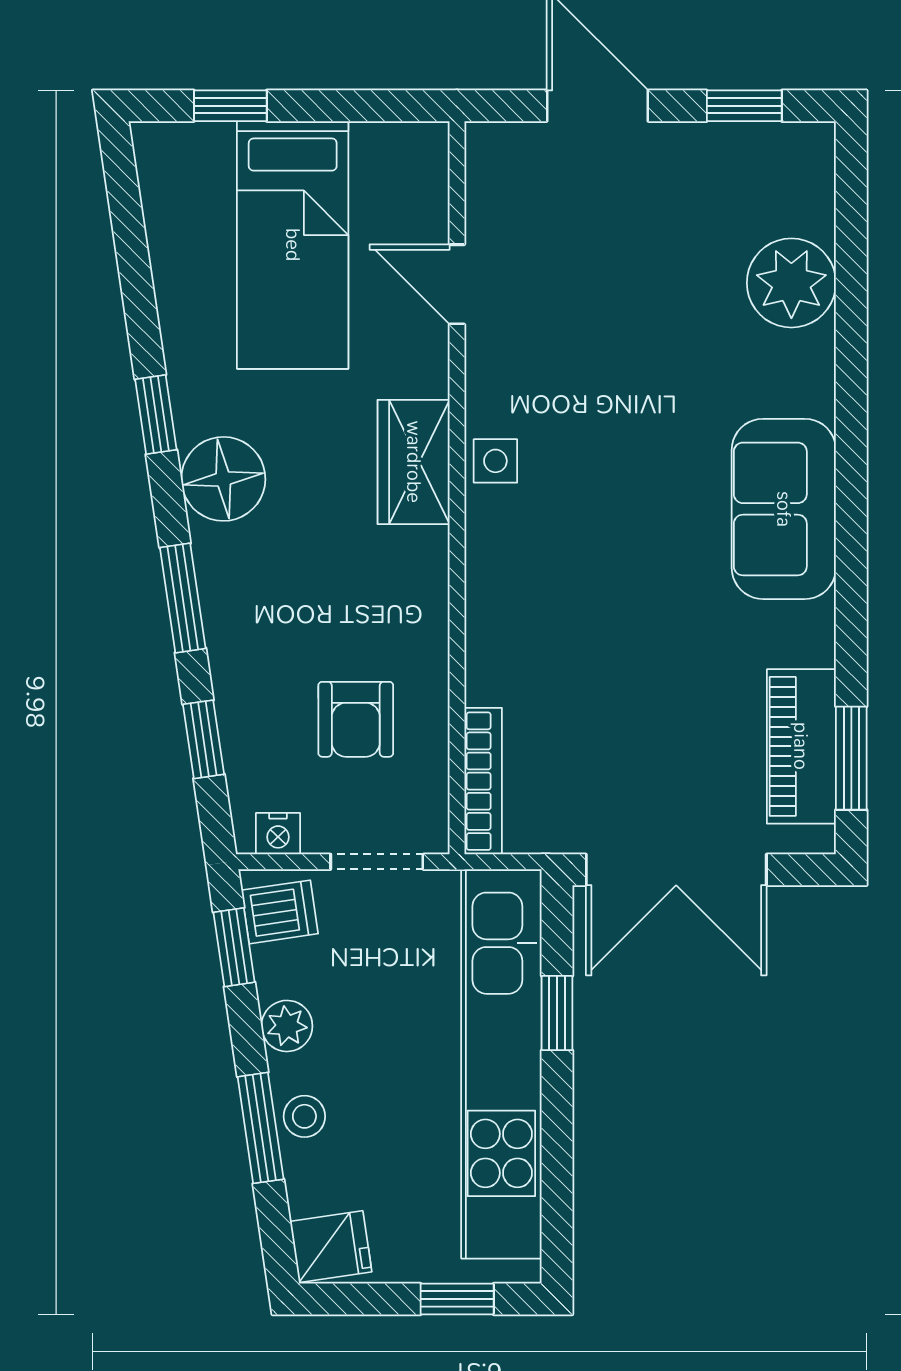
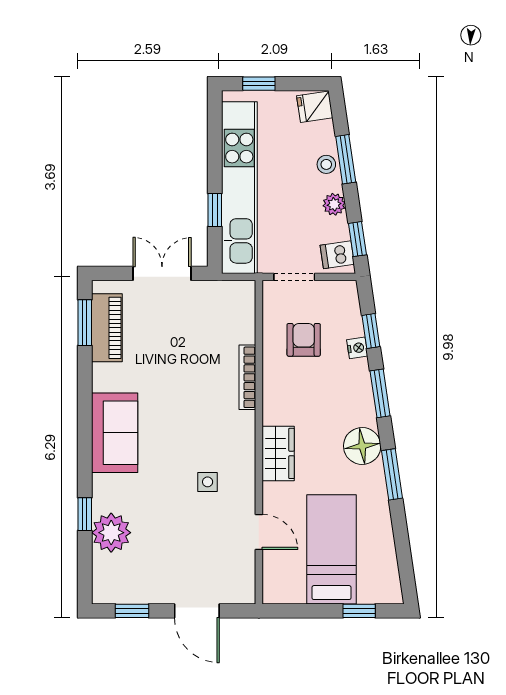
window: (851, 325) -> (85, 514), added
window: (156, 415) -> (392, 474), width x1.50
side table: (495, 461) -> (208, 482), moved
bookcase: (483, 781) -> (247, 377), moved
nightstand: (278, 834) -> (357, 348), moved, turned 82
double door: (676, 870) -> (162, 273), width x0.73

